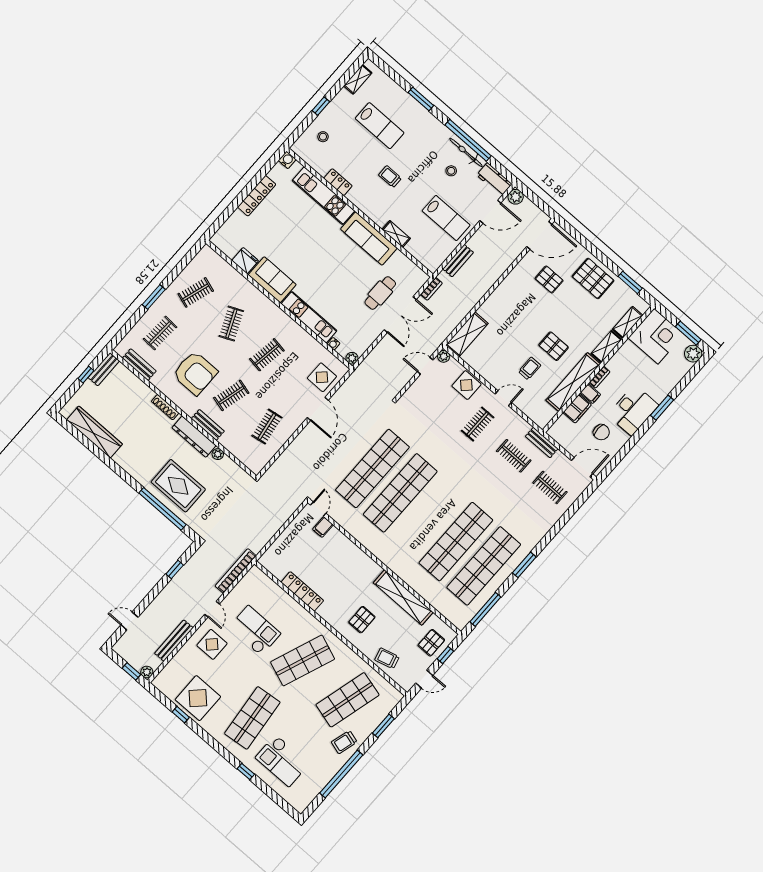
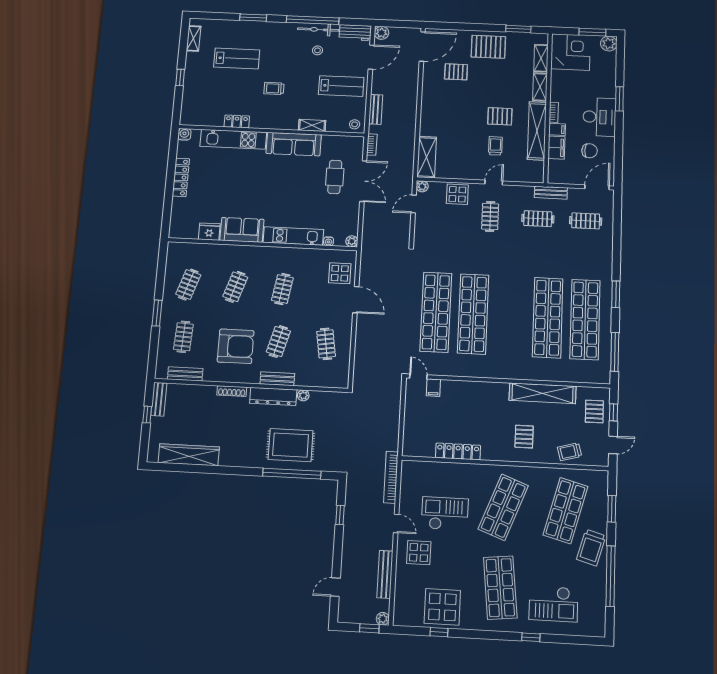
stool: (323, 137) -> (355, 124), moved
clothes rail: (231, 324) -> (235, 287), turned 42
trolley: (344, 742) -> (591, 548), width x1.36, depth x1.39

